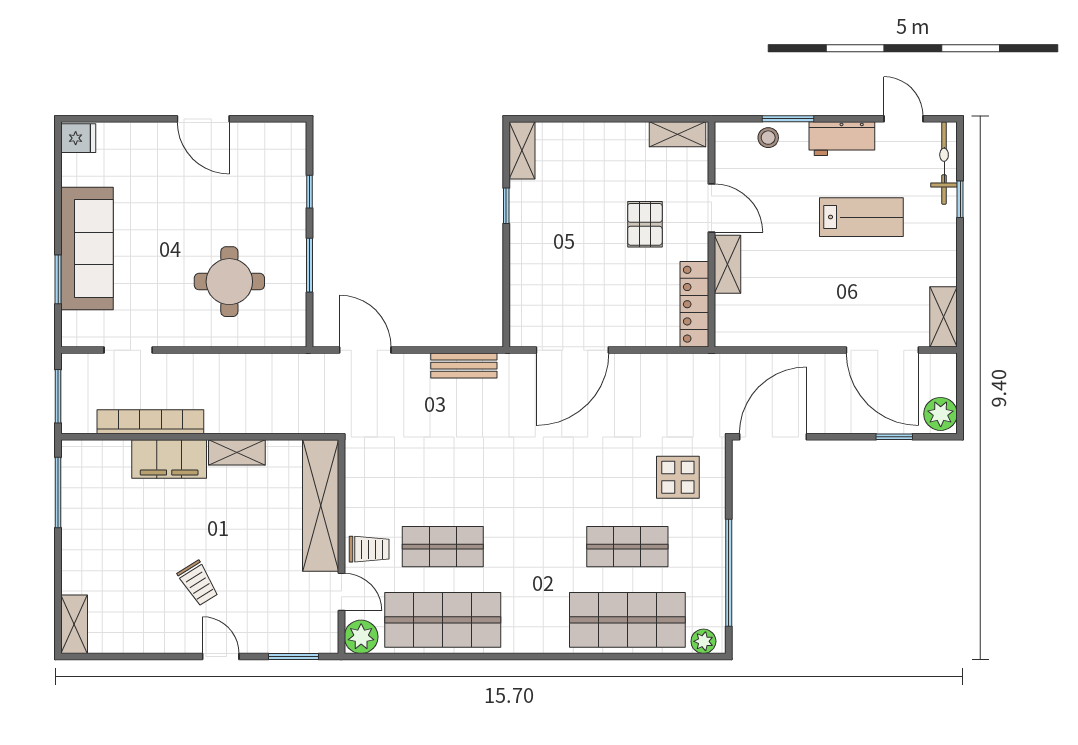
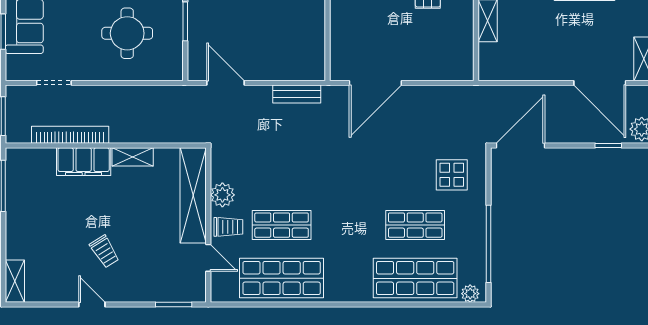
locker: (694, 304) -> (464, 50), removed
plant: (361, 637) -> (222, 195), moved
door: (221, 656) -> (92, 305), moved

